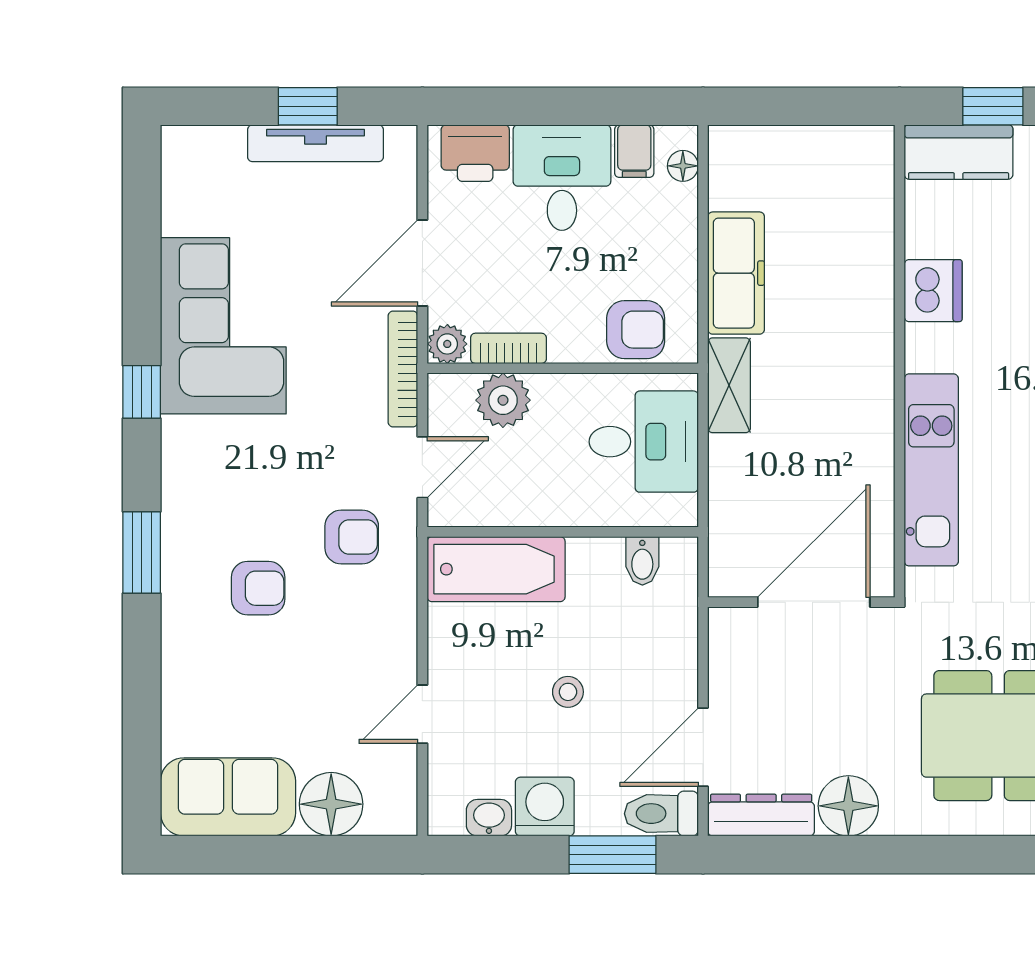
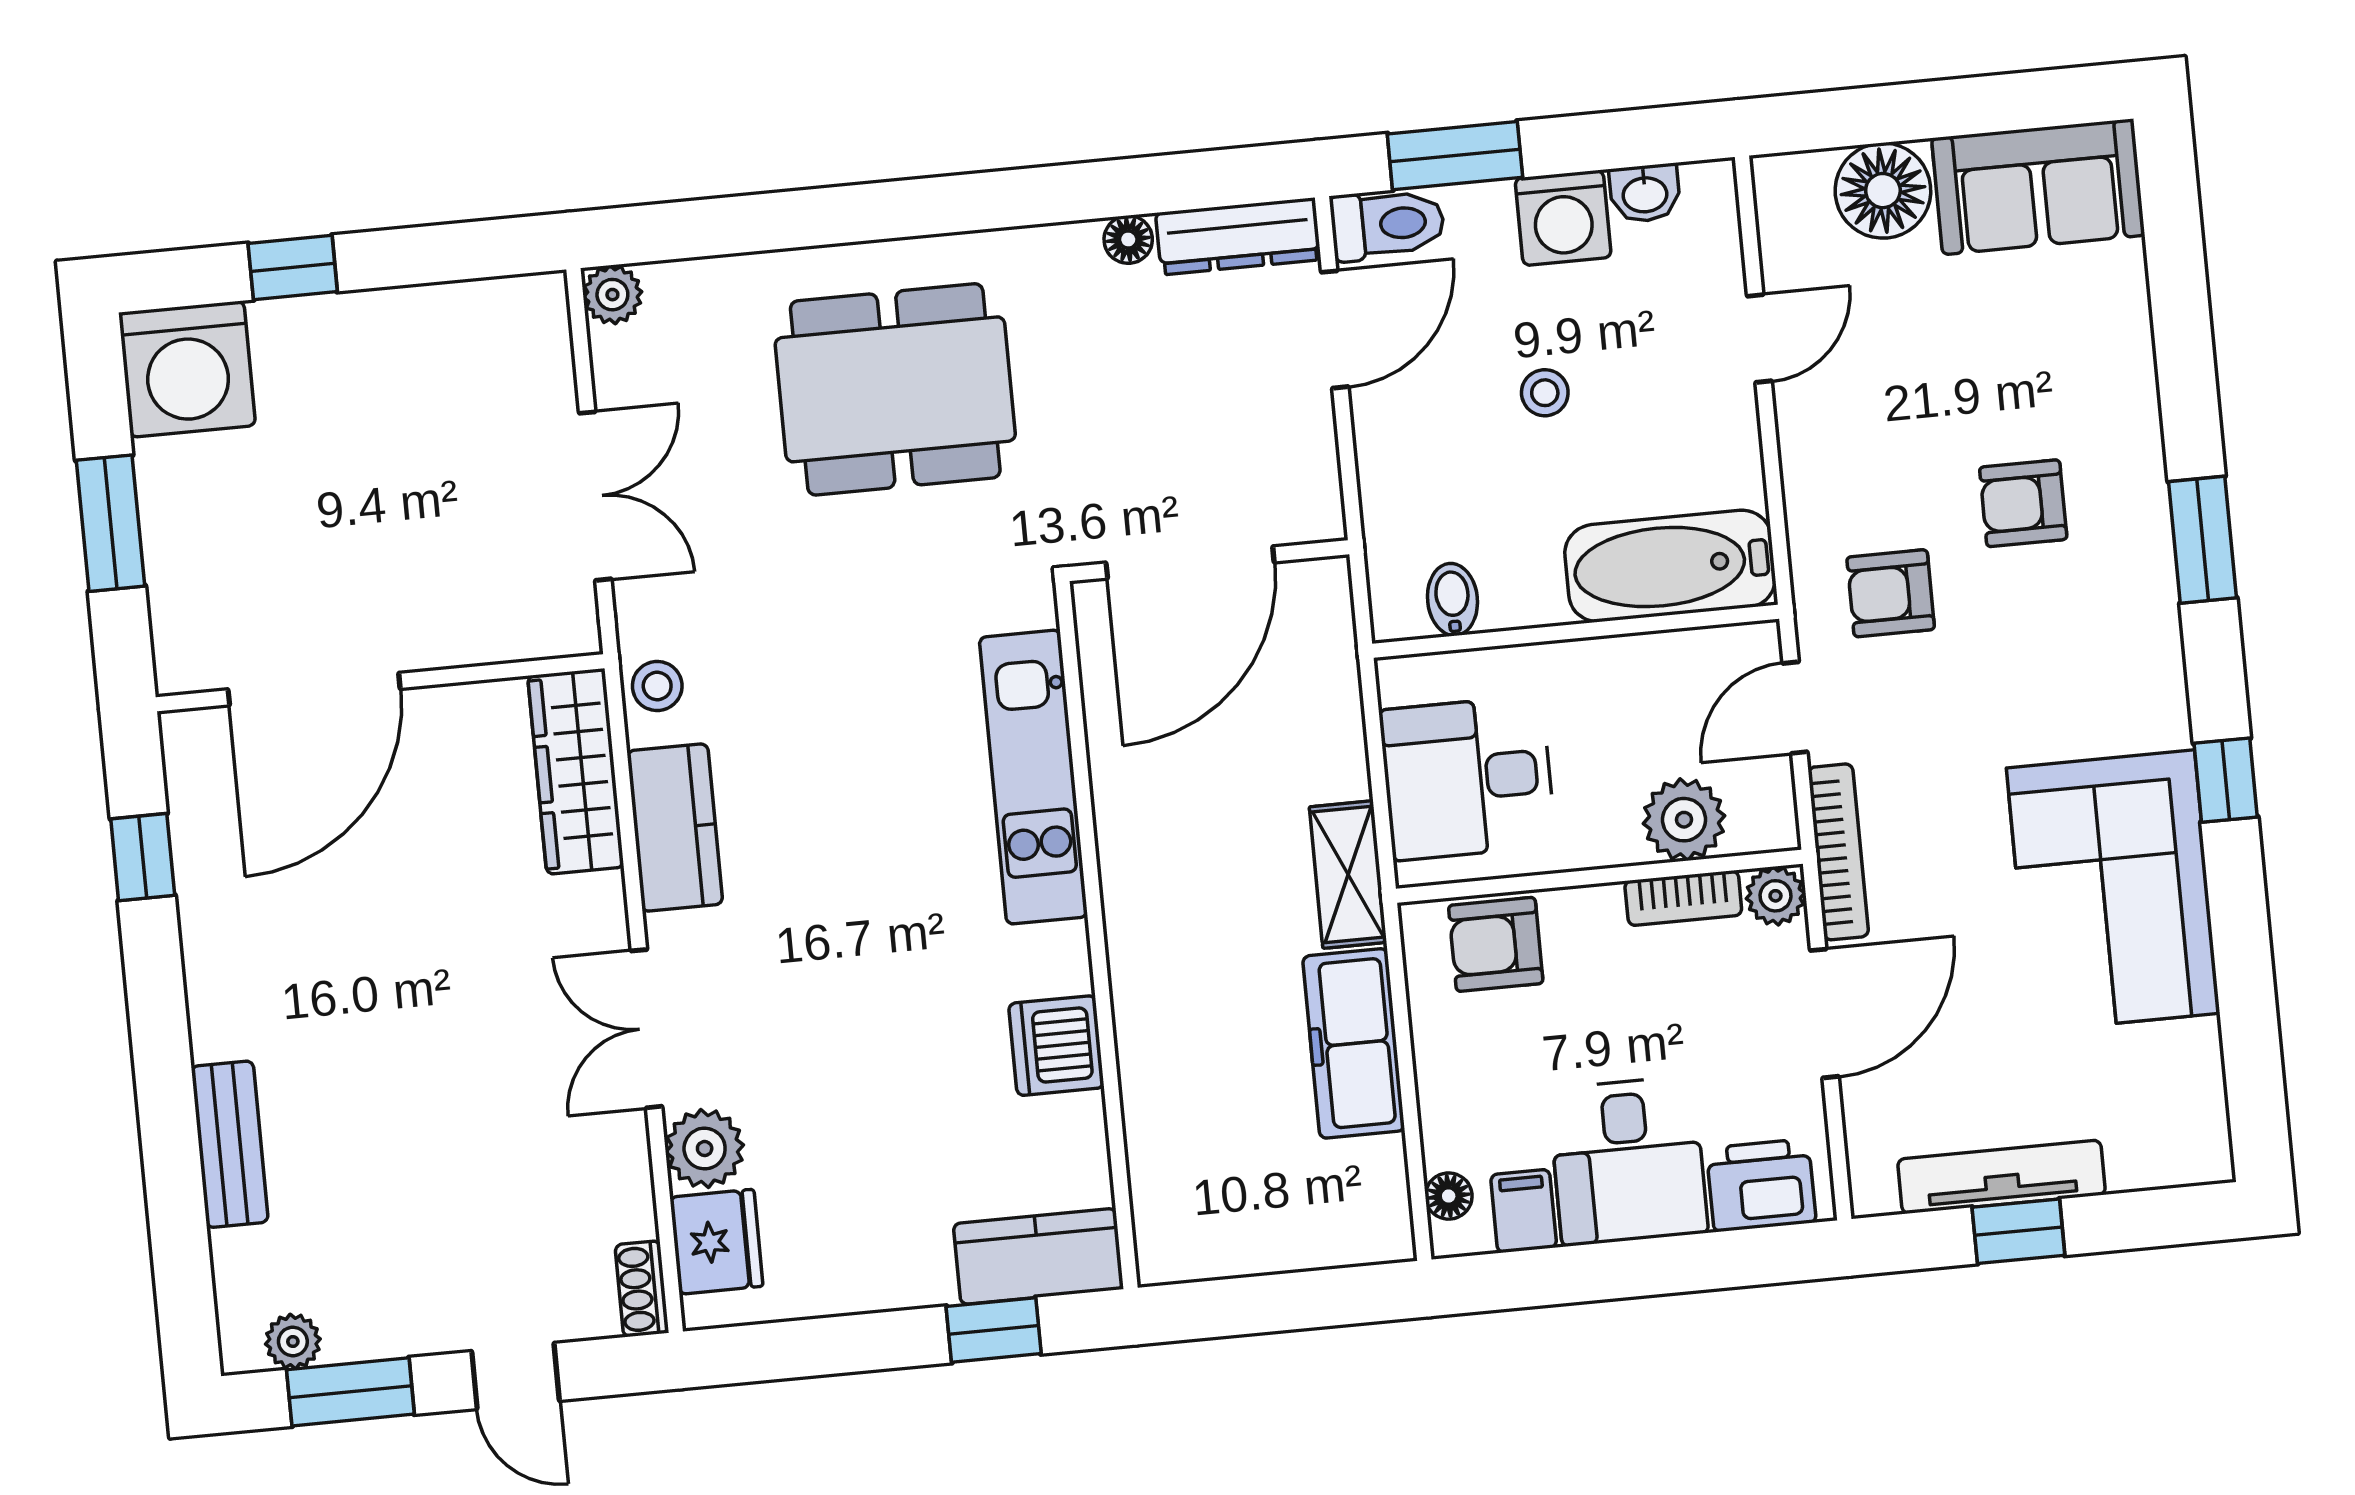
floor lamp: (848, 806) -> (1128, 239), width x0.53, depth x0.53

